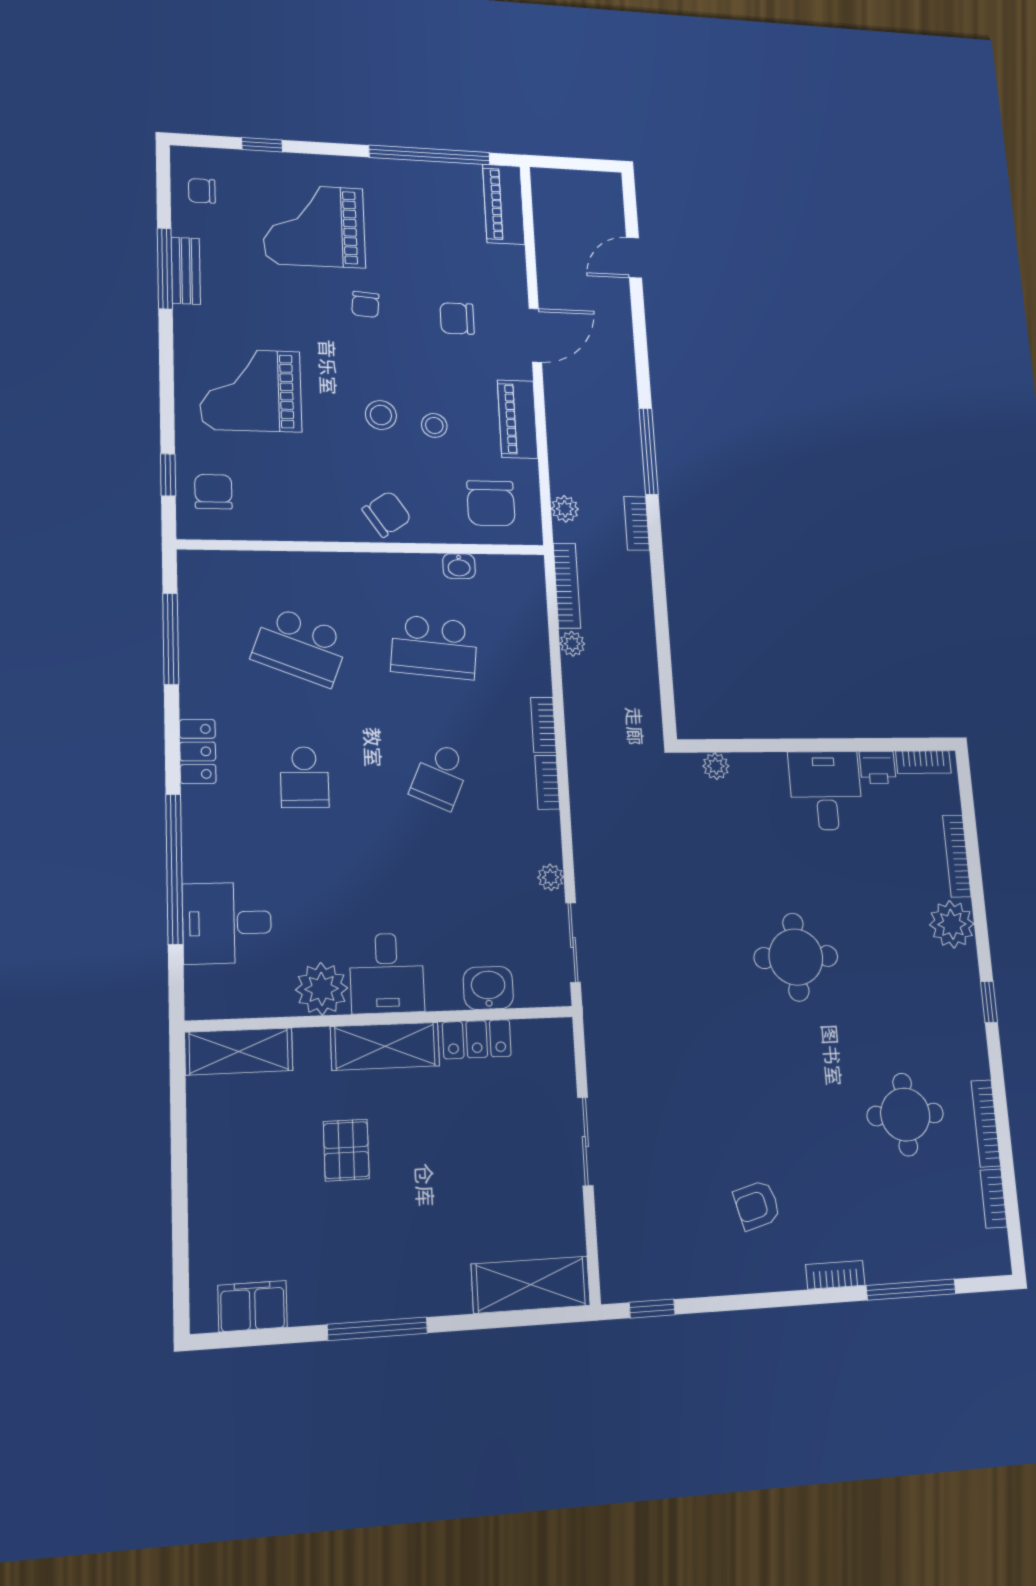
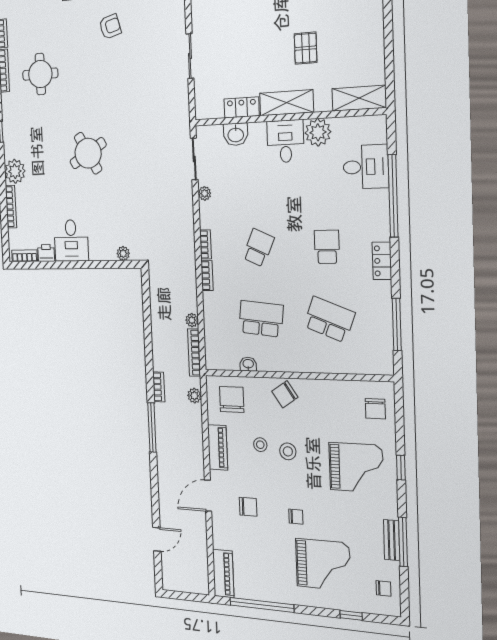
chair: (365, 304) -> (296, 517), turned 85
window: (168, 475) -> (401, 468), moved
round table: (796, 957) -> (88, 153), turned -30

